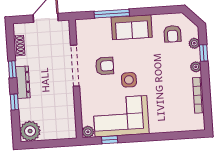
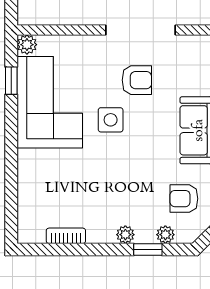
armchair: (105, 66) -> (137, 80), turned -90
bookcase: (198, 95) -> (66, 236), width x0.64

